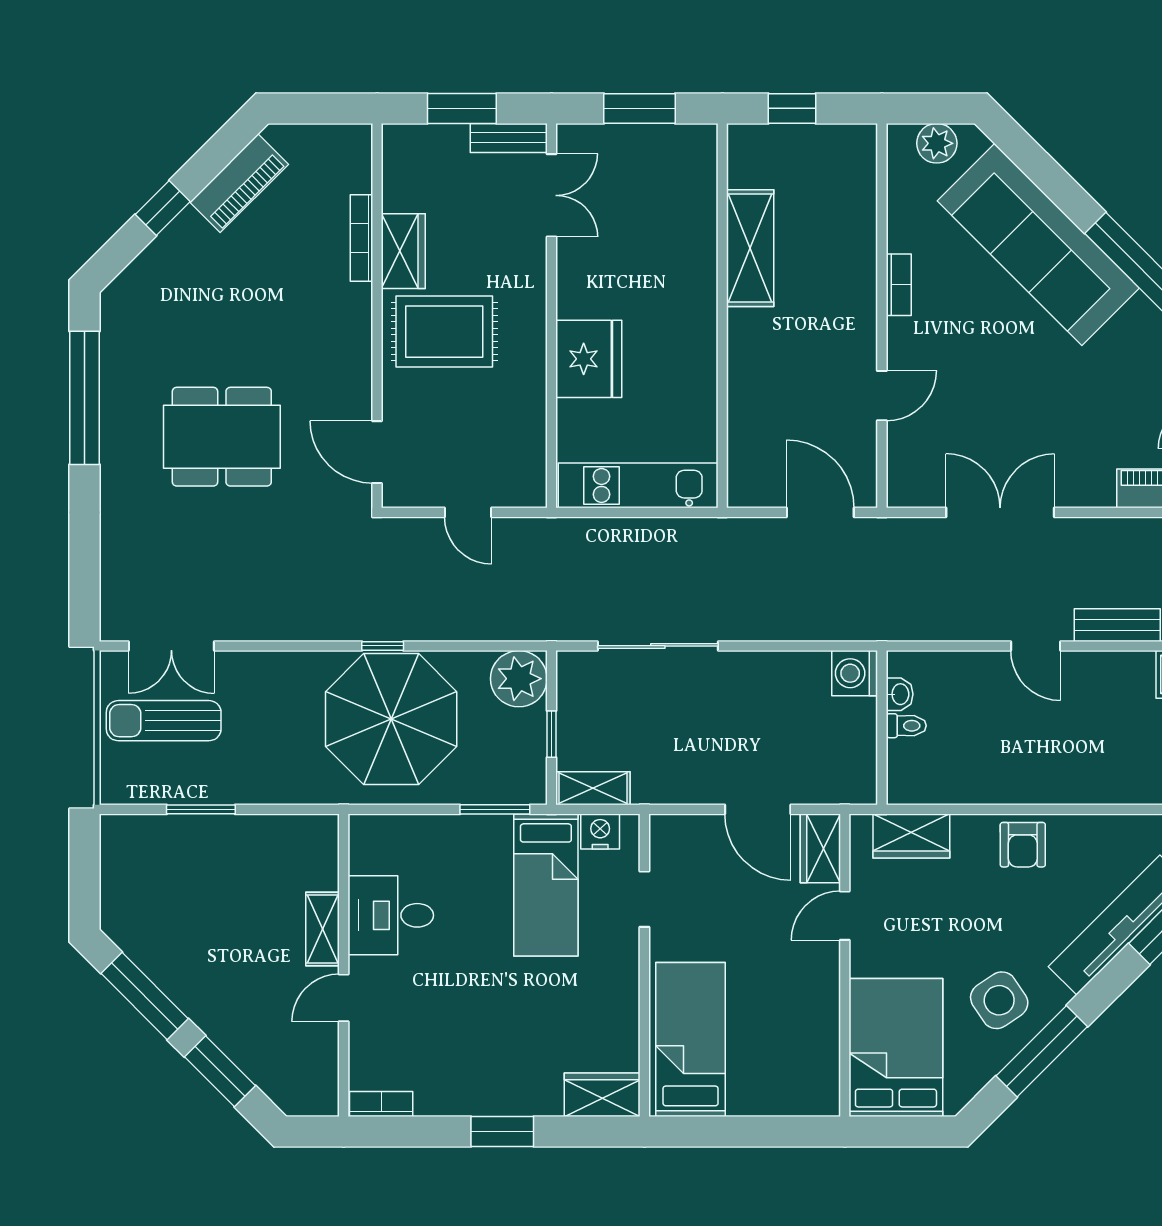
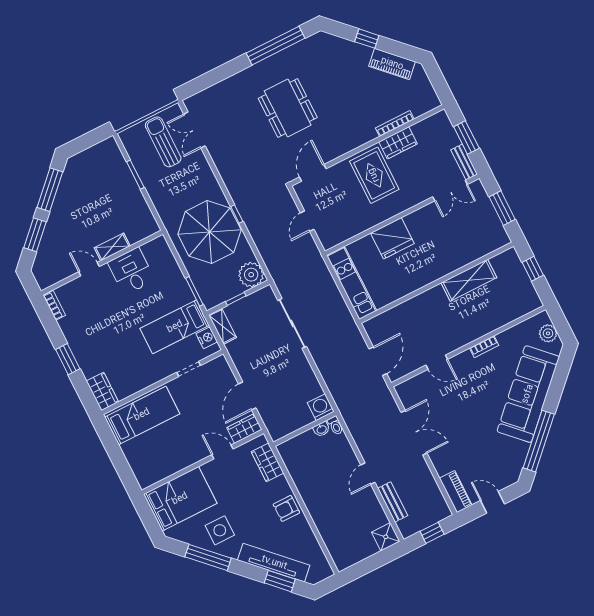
toilet: (906, 726) -> (335, 426), moved
side table: (999, 1000) -> (220, 530), turned 34

